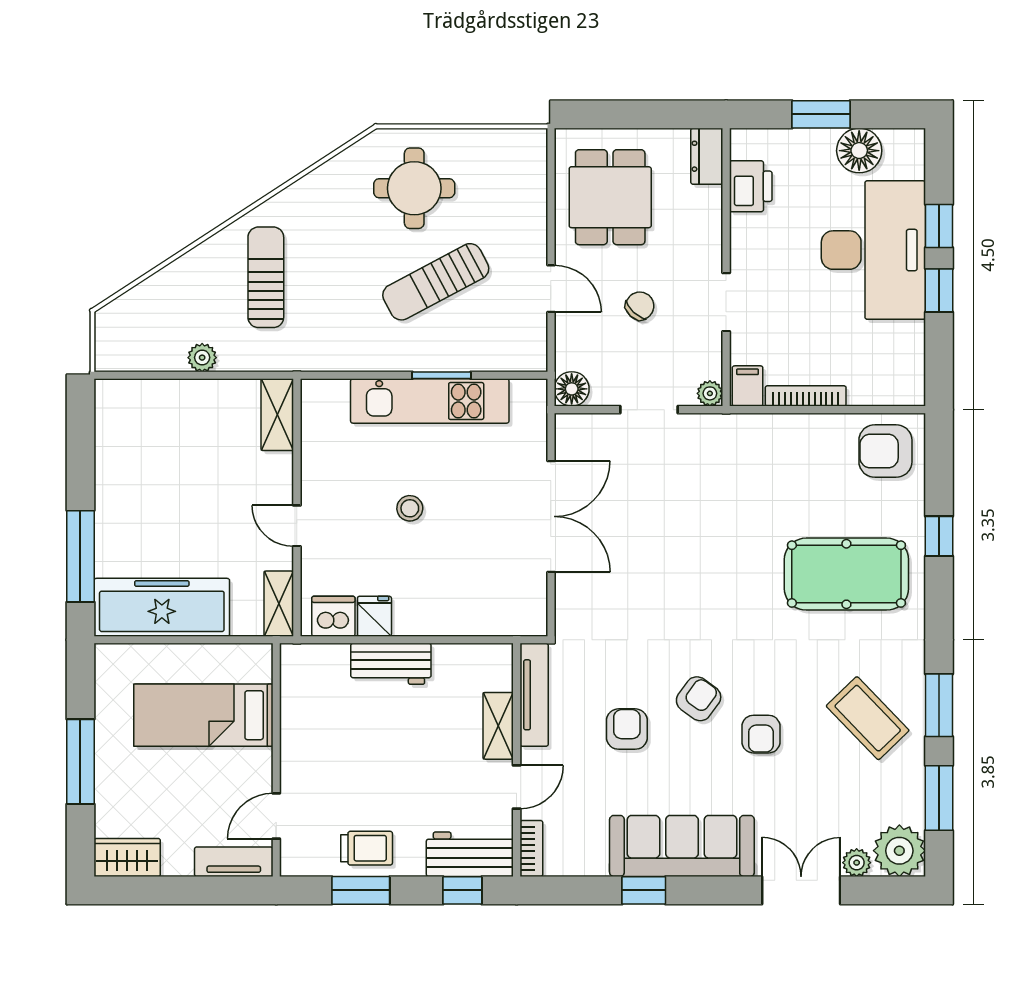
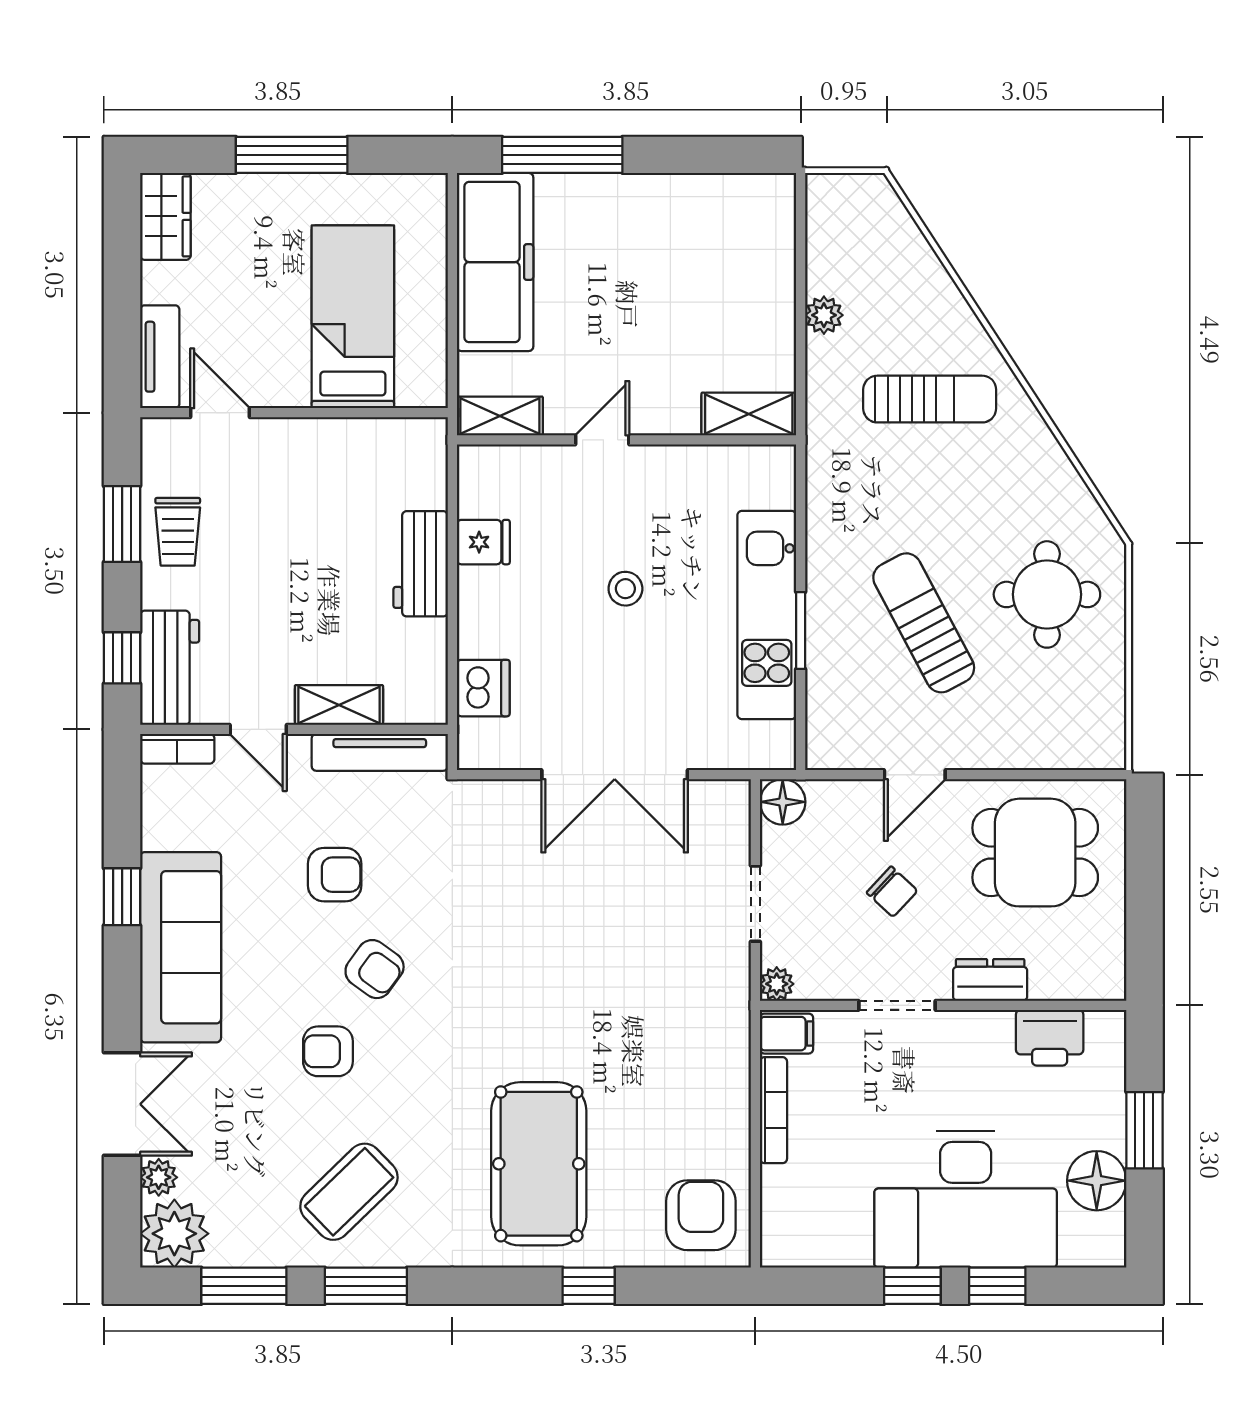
dresser: (707, 156) -> (990, 980), moved
dishwasher: (333, 616) -> (483, 688), moved

